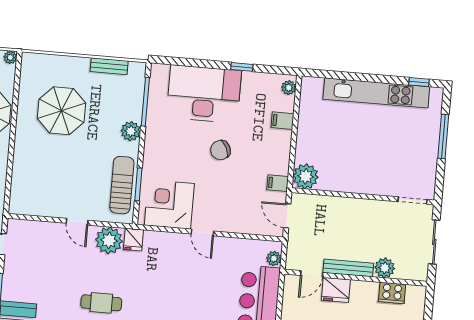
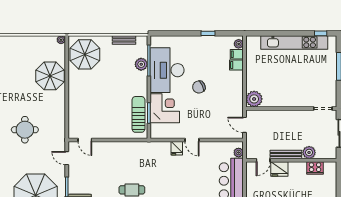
desk: (204, 94) -> (167, 70), moved, turned -90
parasol: (61, 111) -> (85, 54), moved
plant: (131, 131) -> (141, 64), moved
filing cabinet: (278, 183) -> (237, 54), moved
corner desk: (169, 204) -> (165, 108), moved, turned 90
door: (77, 222) -> (85, 140), moved
plant: (109, 240) -> (133, 150), removed
fridge: (133, 240) -> (177, 148), moved

